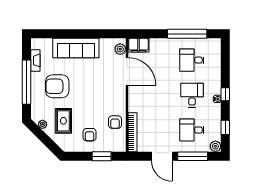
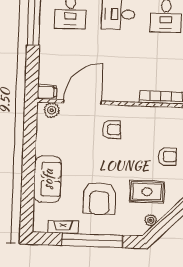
filing cabinet: (138, 45) -> (47, 92), width x0.50
sofa: (76, 48) -> (48, 179), width x0.73
armchair: (115, 122) -> (112, 130), moved

